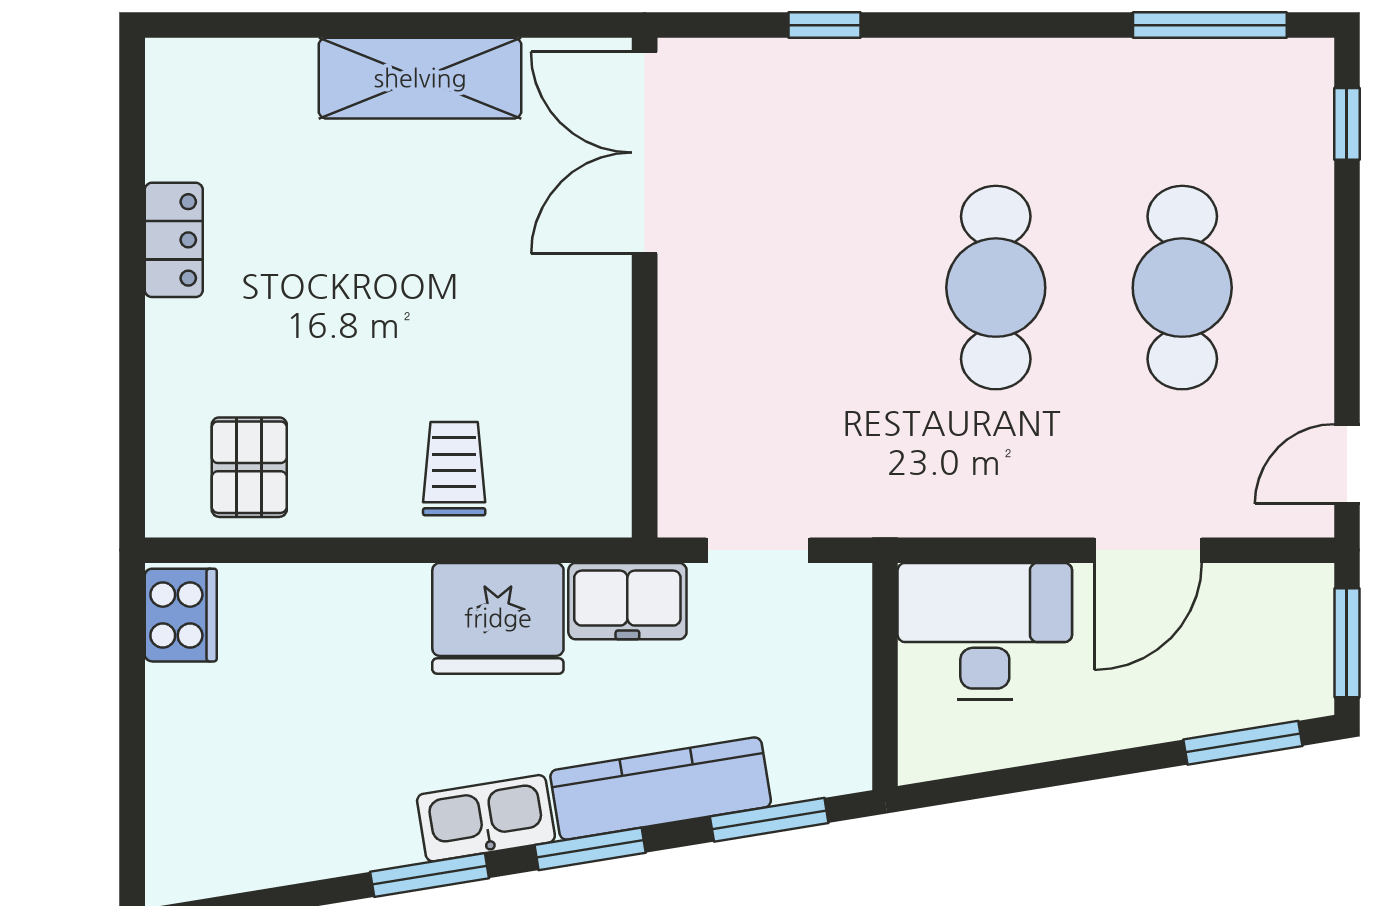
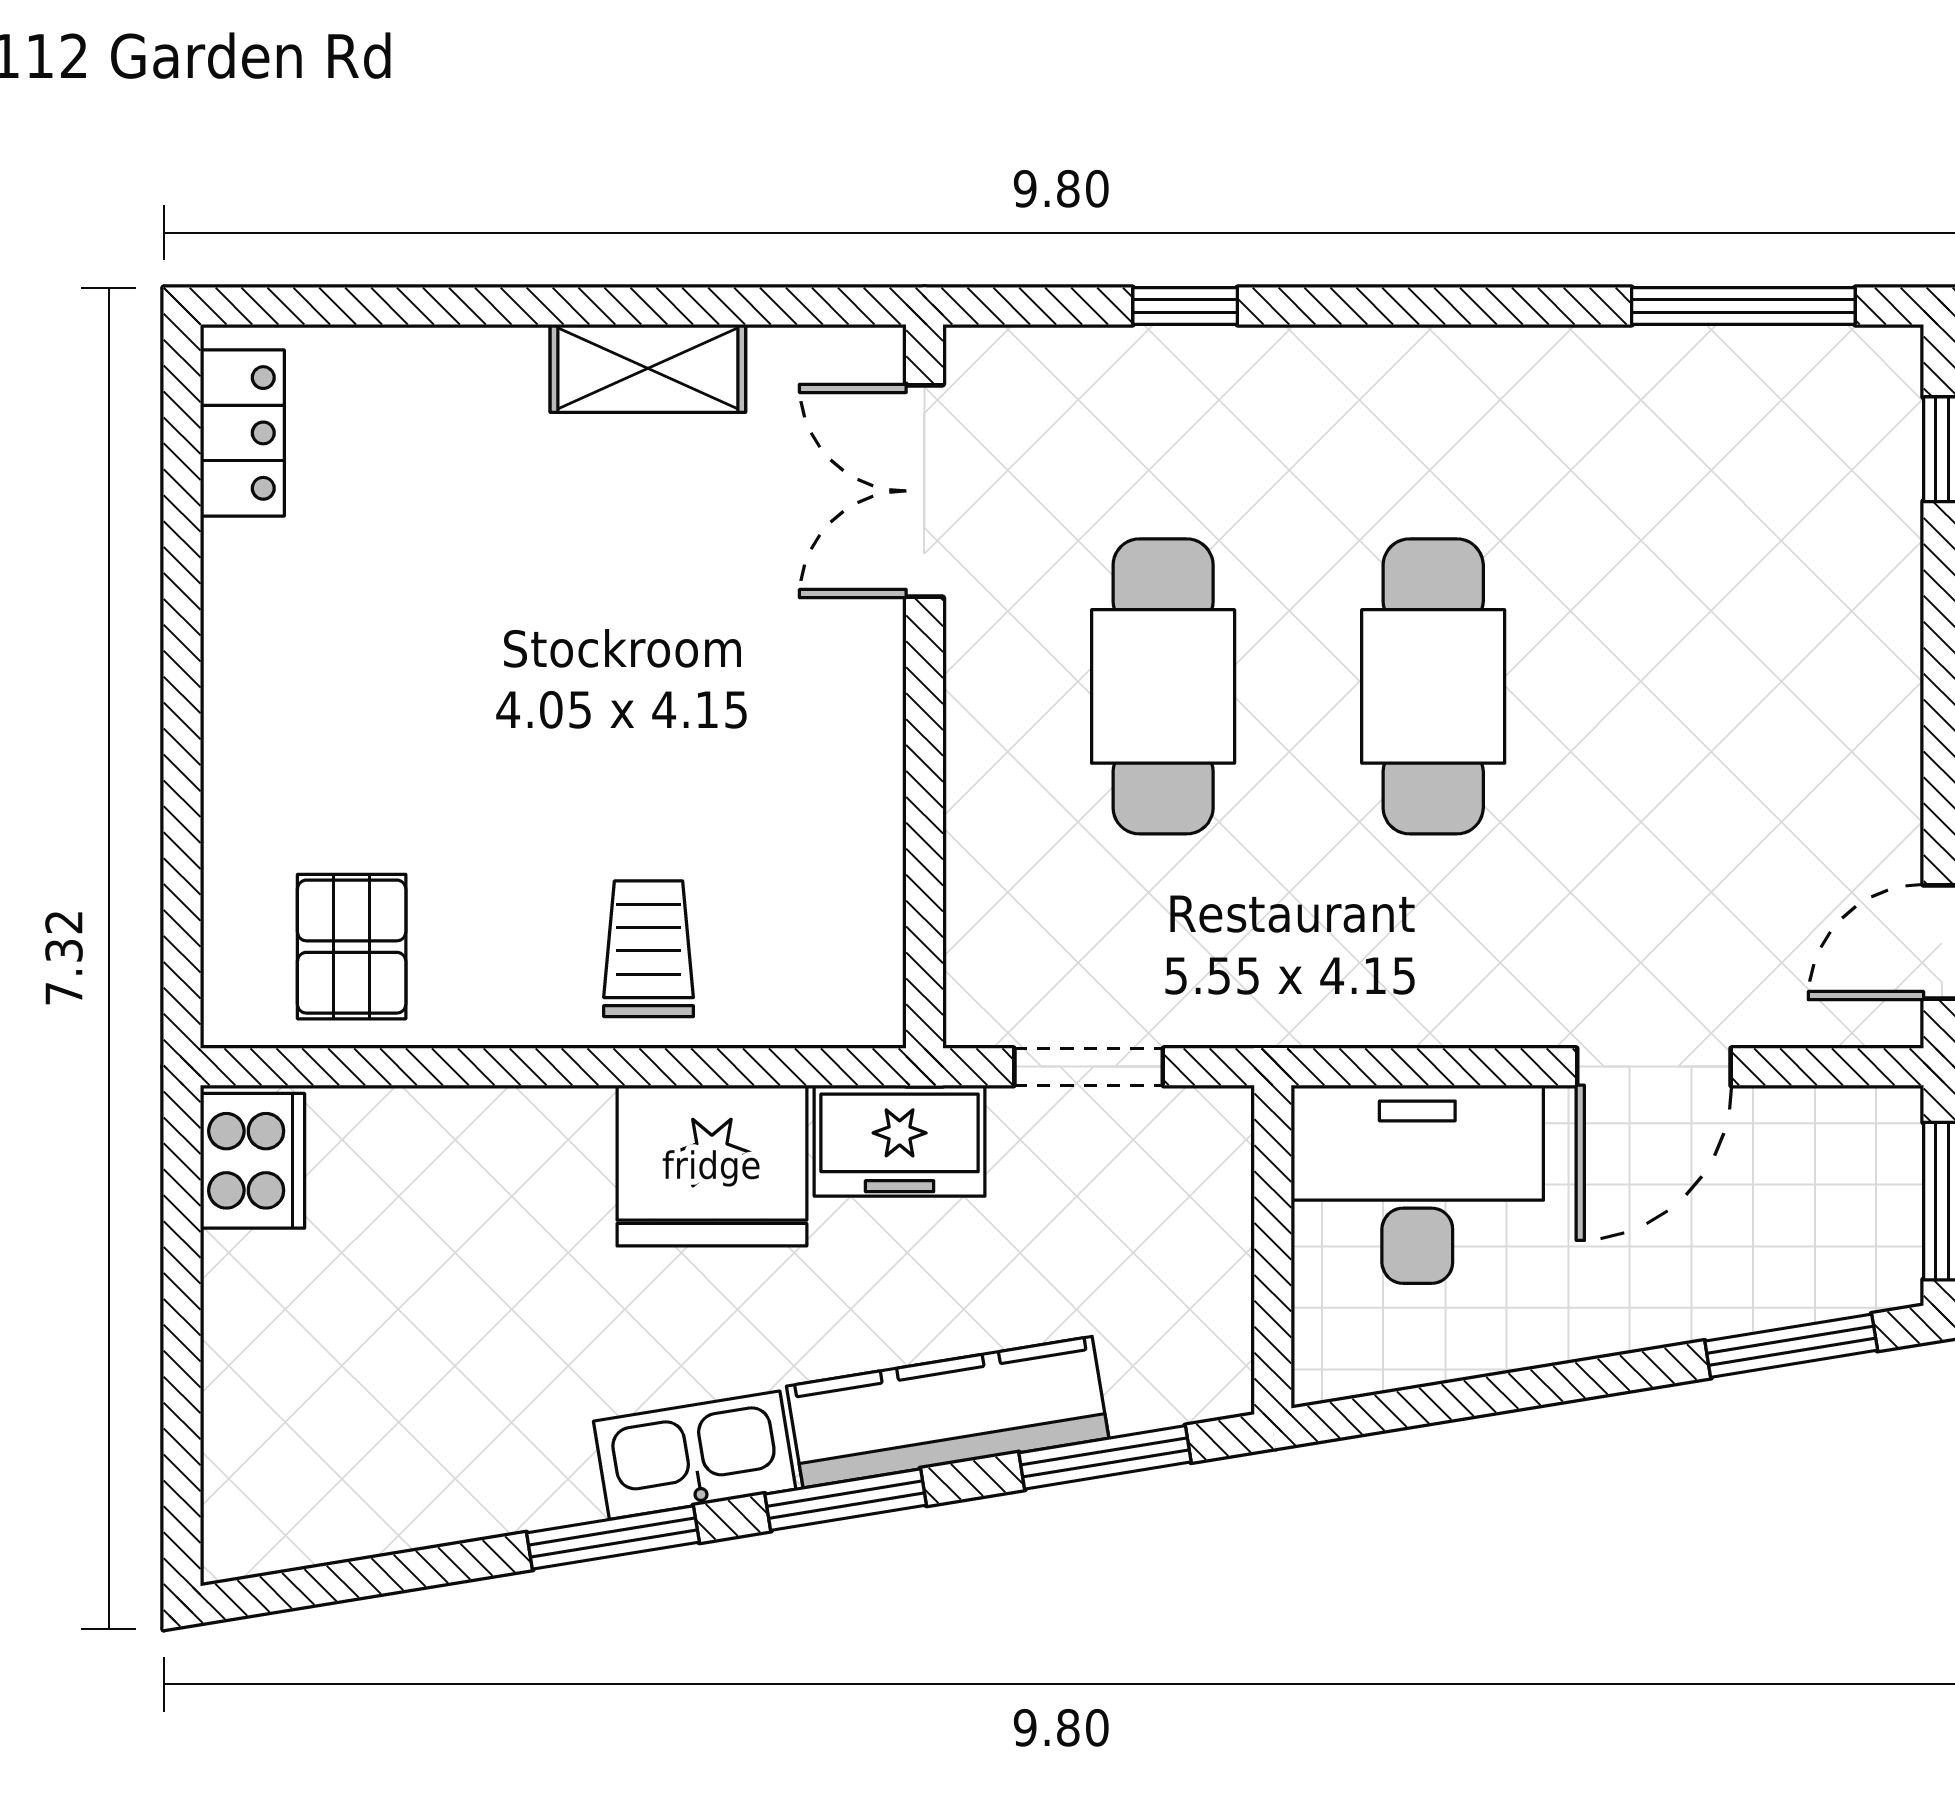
shelving: (420, 78) -> (648, 368), width x0.67, depth x0.75
double door: (645, 153) -> (924, 491), width x0.73
locker: (174, 240) -> (242, 433), moved
cafe table: (1182, 288) -> (1163, 686), moved

